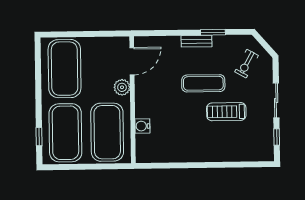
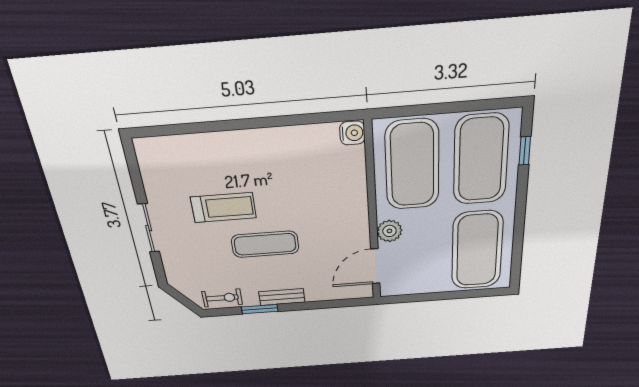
exercise bike: (247, 64) -> (222, 298), moved, turned 61
water cooler: (142, 126) -> (352, 133), moved
window: (277, 137) -> (135, 176), removed

